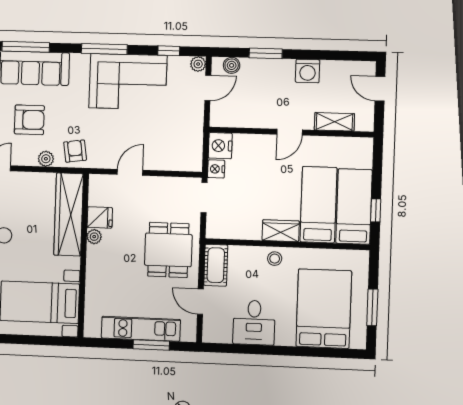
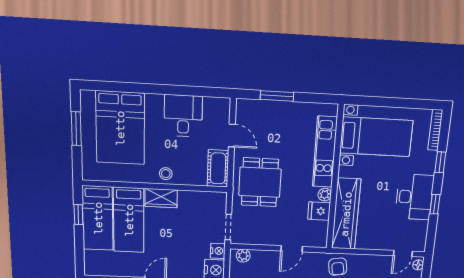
plant: (46, 159) -> (243, 256), moved
kitchen unit: (141, 329) -> (325, 152), moved, turned 90

